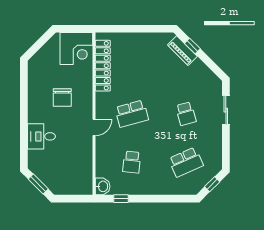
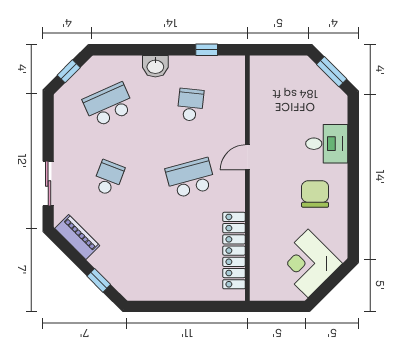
corner desk: (76, 49) -> (308, 263), moved, turned -45
piano: (182, 51) -> (77, 237), moved
chair: (62, 98) -> (315, 194), moved
school desk: (186, 114) -> (108, 178), turned 36
washbasin: (103, 186) -> (155, 66), moved, turned -90

